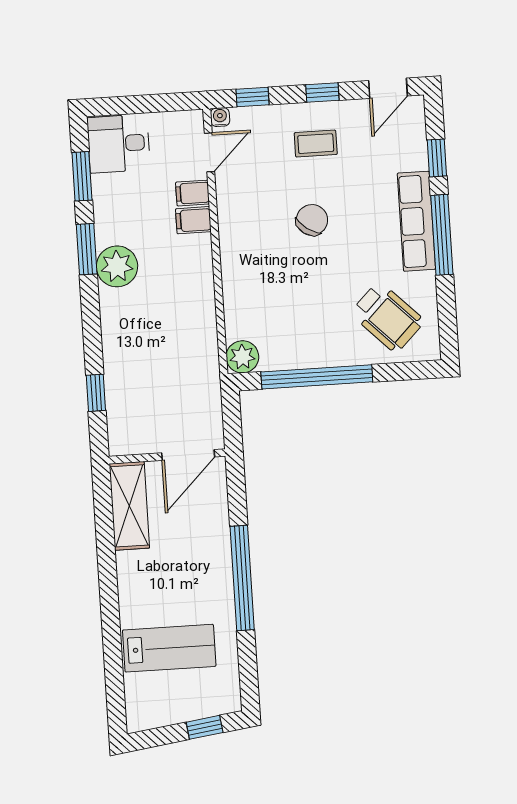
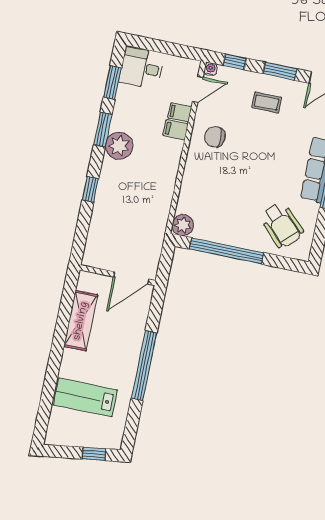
window: (322, 92) -> (280, 71), width x1.50
chair: (312, 220) -> (215, 137), moved, turned -125
window: (96, 393) -> (90, 189), moved
shelving: (129, 506) -> (81, 321), moved
lab bench: (169, 648) -> (85, 397), turned 180

